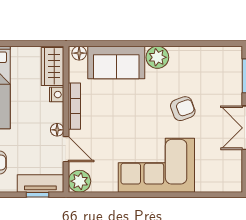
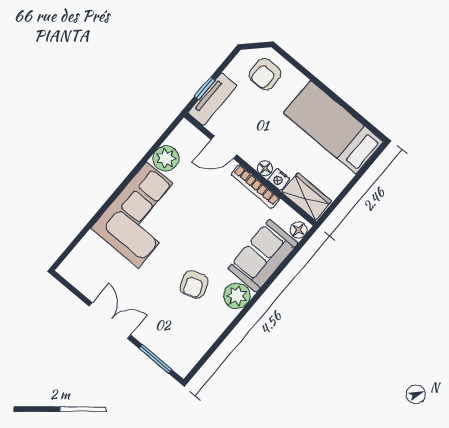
armchair: (183, 109) -> (194, 284), moved
floor lamp: (57, 130) -> (265, 168), moved
plant: (79, 181) -> (166, 158), moved

